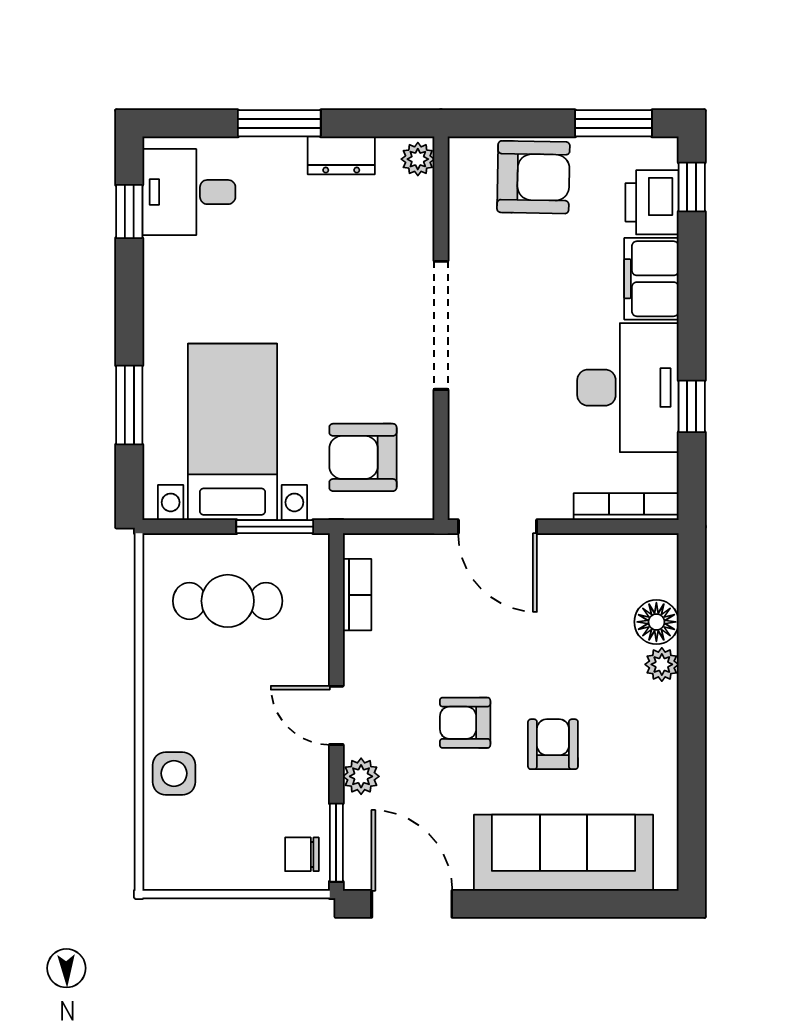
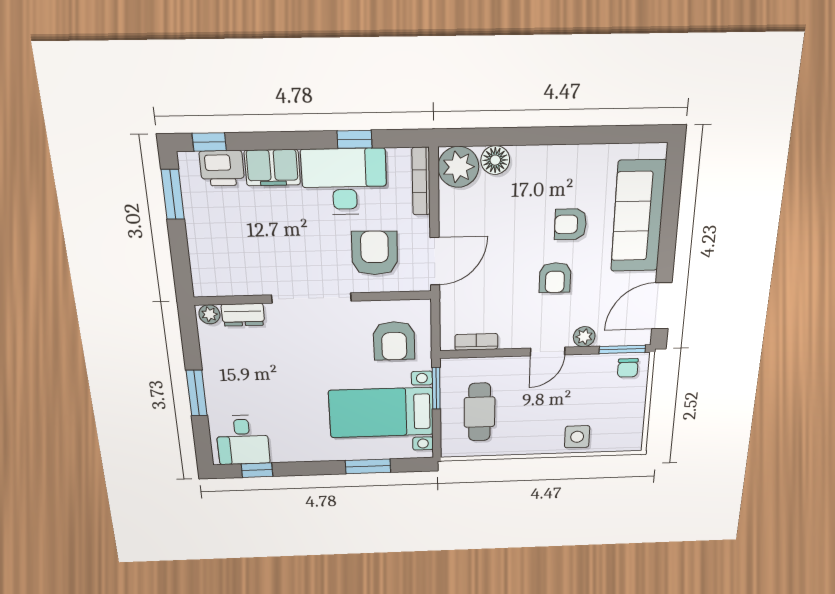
dresser: (341, 155) -> (243, 315), moved, turned 90
armchair: (533, 177) -> (375, 253), moved
plant: (662, 664) -> (458, 167), moved, width x1.87, depth x1.87

